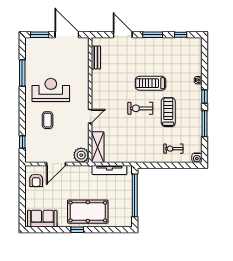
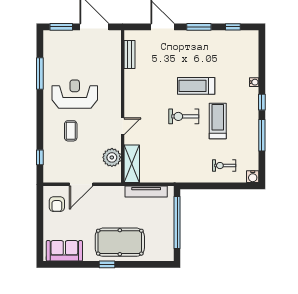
plant: (81, 155) -> (112, 157), moved

